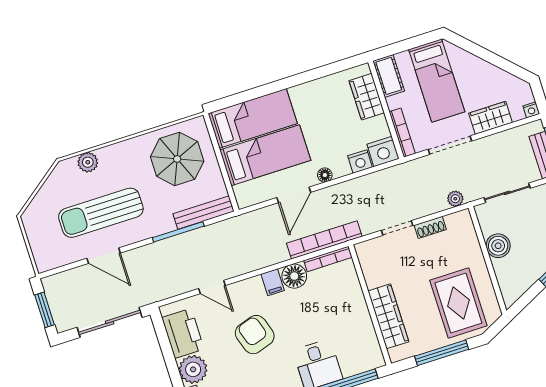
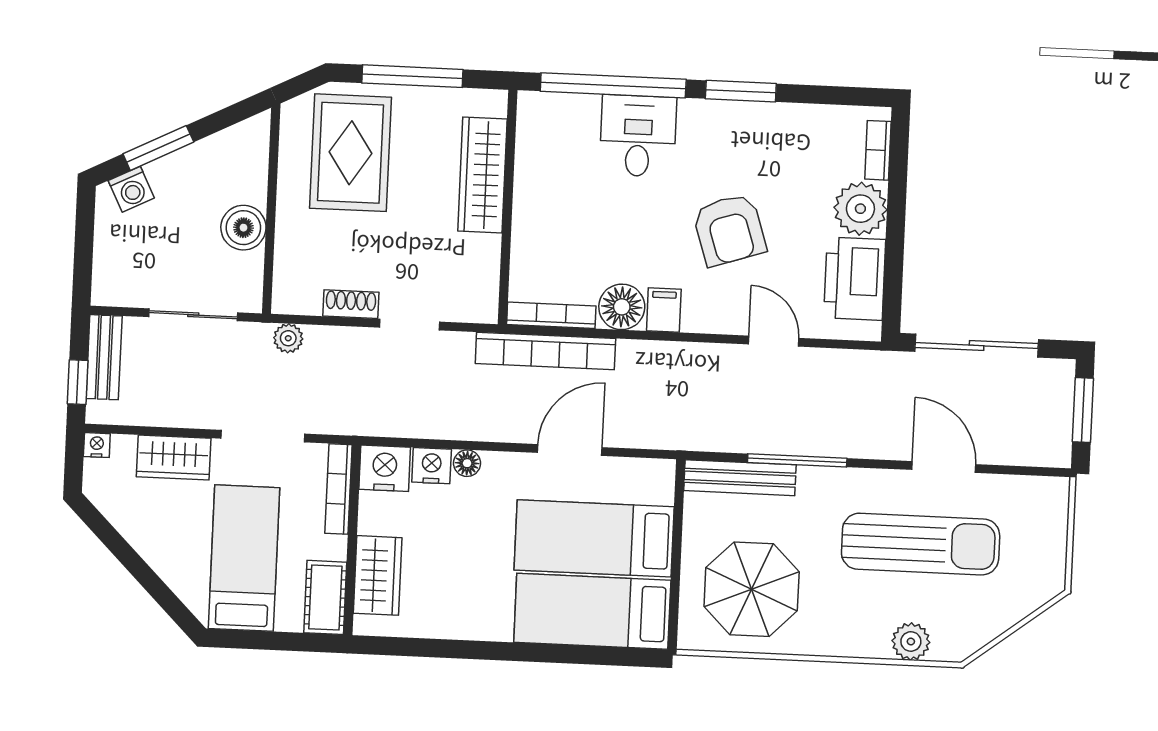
floor lamp: (325, 175) -> (467, 463), moved

